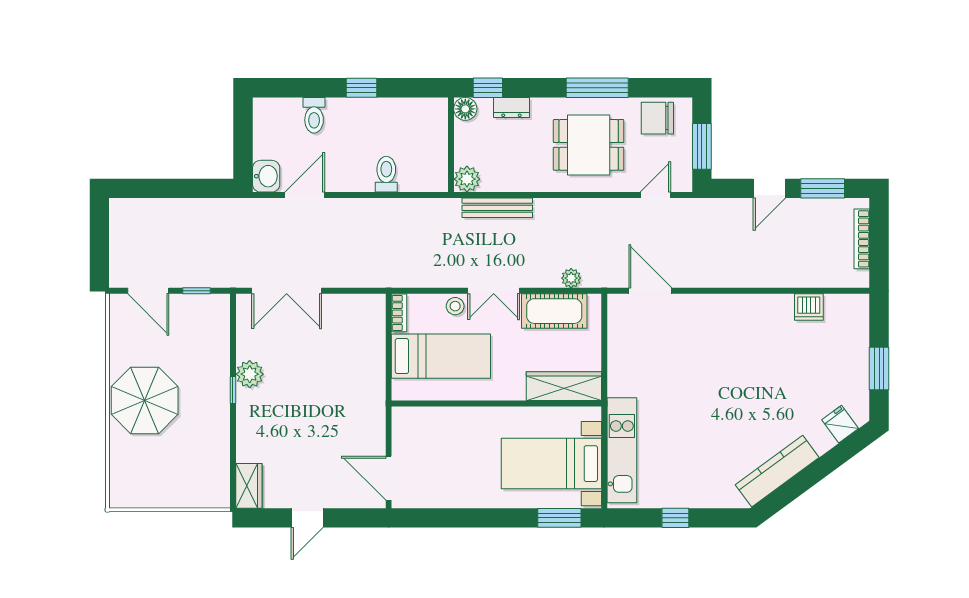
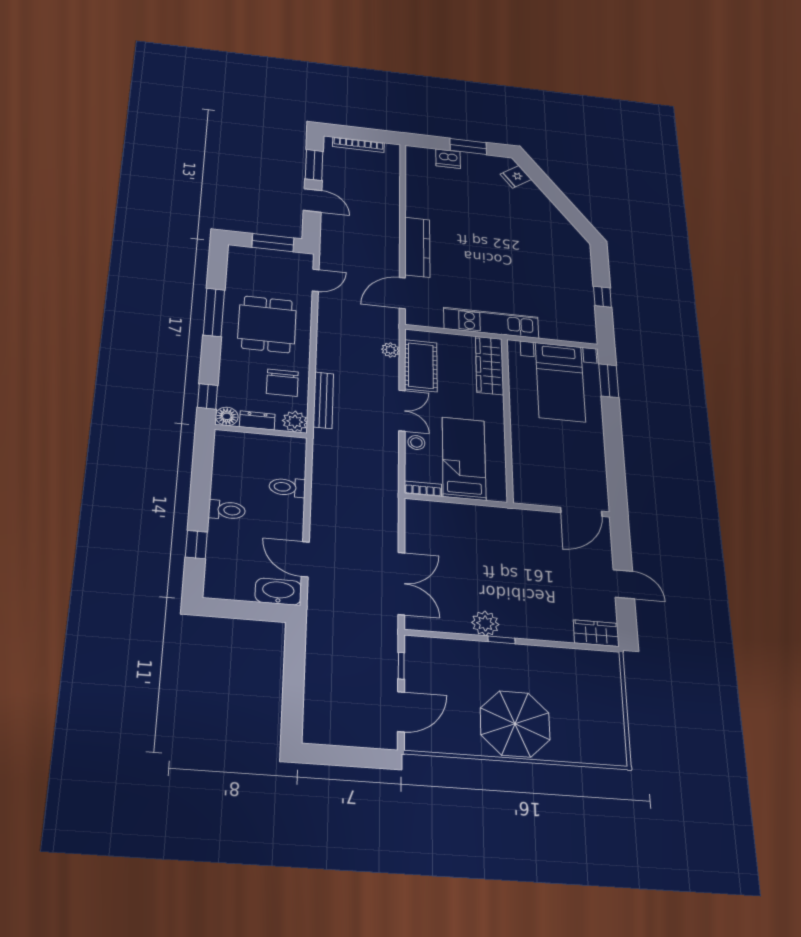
window: (362, 88) -> (196, 545), moved
dresser: (511, 107) -> (257, 420), moved, turned -90
toilet: (314, 115) -> (227, 510), moved
chair: (657, 118) -> (282, 383), moved
washbasin: (266, 176) -> (278, 592), width x1.38
door: (655, 195) -> (316, 280), swing flipped
dishwasher: (809, 307) -> (448, 159), moved, turned 90
kitchen unit: (622, 450) -> (491, 323), moved
kitchen counter: (777, 471) -> (417, 247), moved, turned -144

